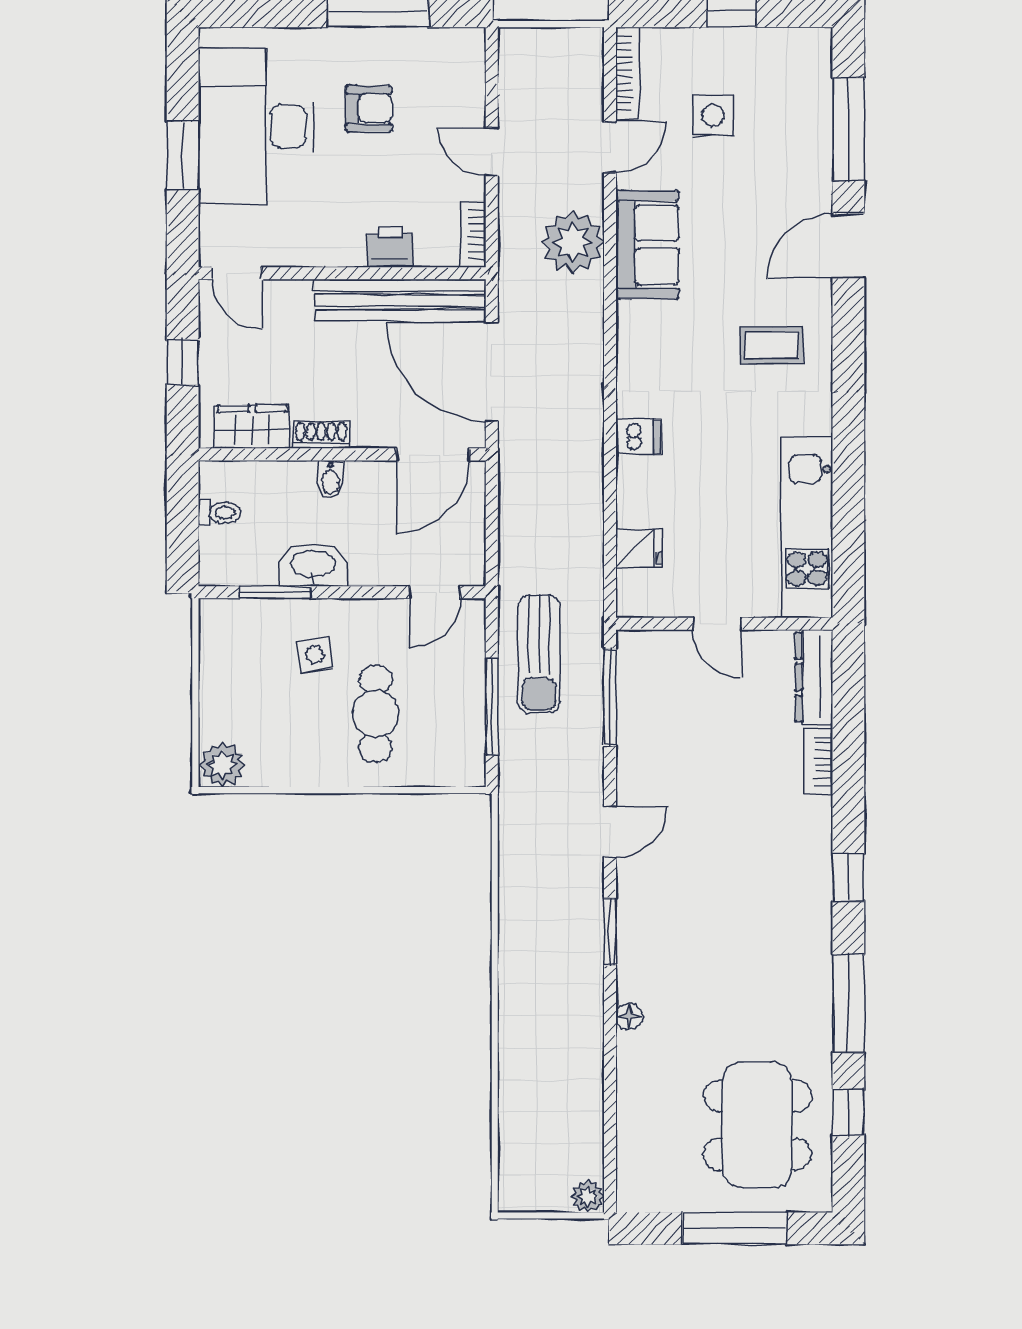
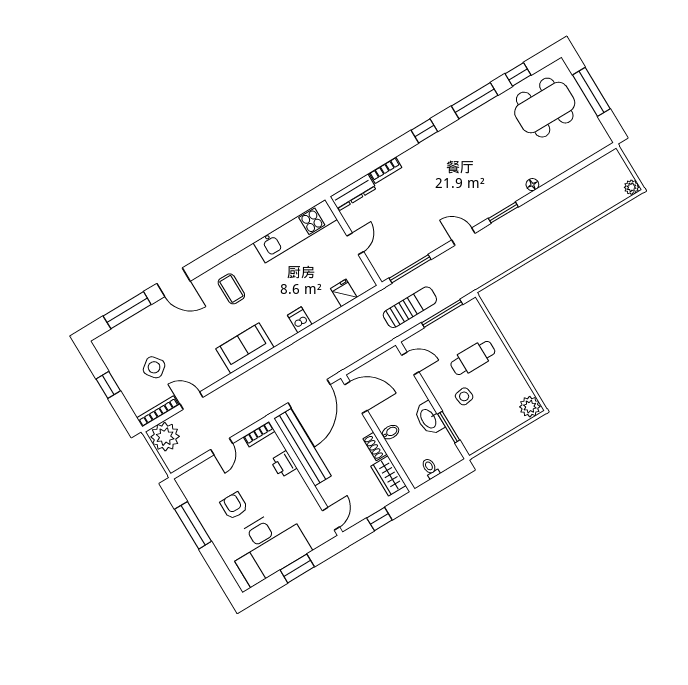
side table: (713, 115) -> (154, 367), turned -38
plant: (573, 242) -> (165, 437), moved
sofa: (647, 245) -> (245, 348), moved
plant: (588, 1196) -> (632, 187), moved

